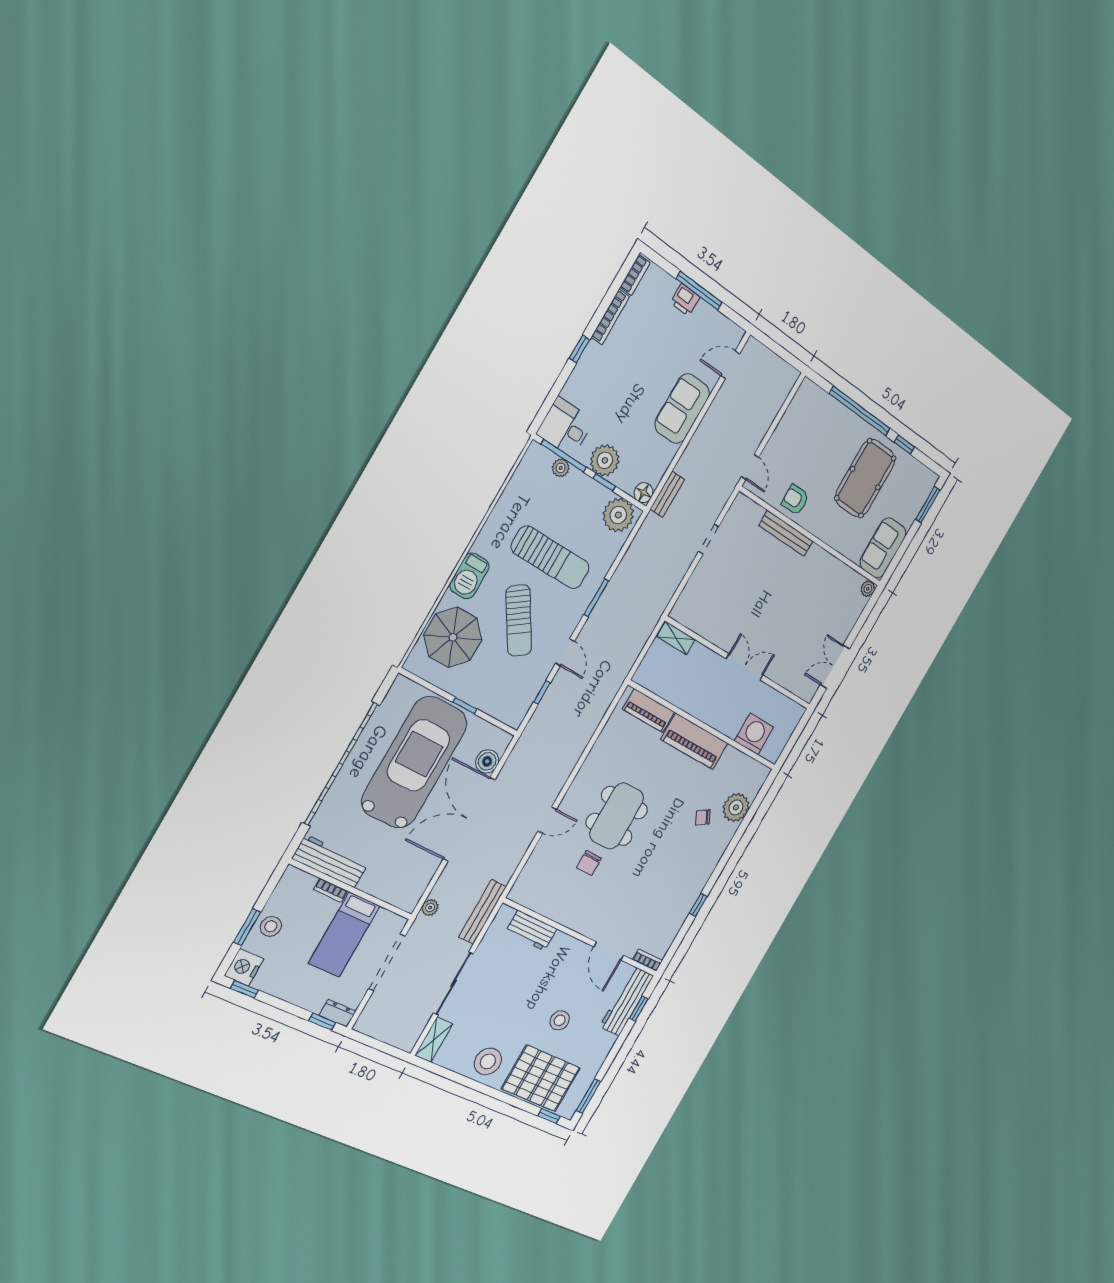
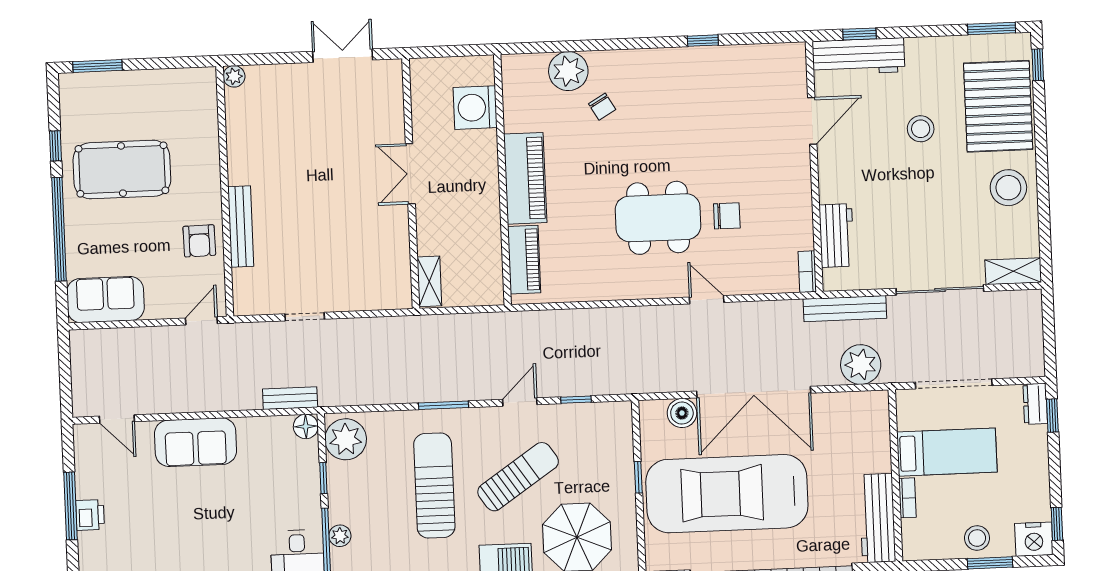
plant: (605, 460) -> (302, 493), removed
sofa: (883, 548) -> (106, 300), moved, turned 180
double door: (835, 667) -> (343, 56), swing flipped
plant: (430, 908) -> (861, 365), width x1.88, depth x1.88
bookcase: (648, 960) -> (807, 272), moved

